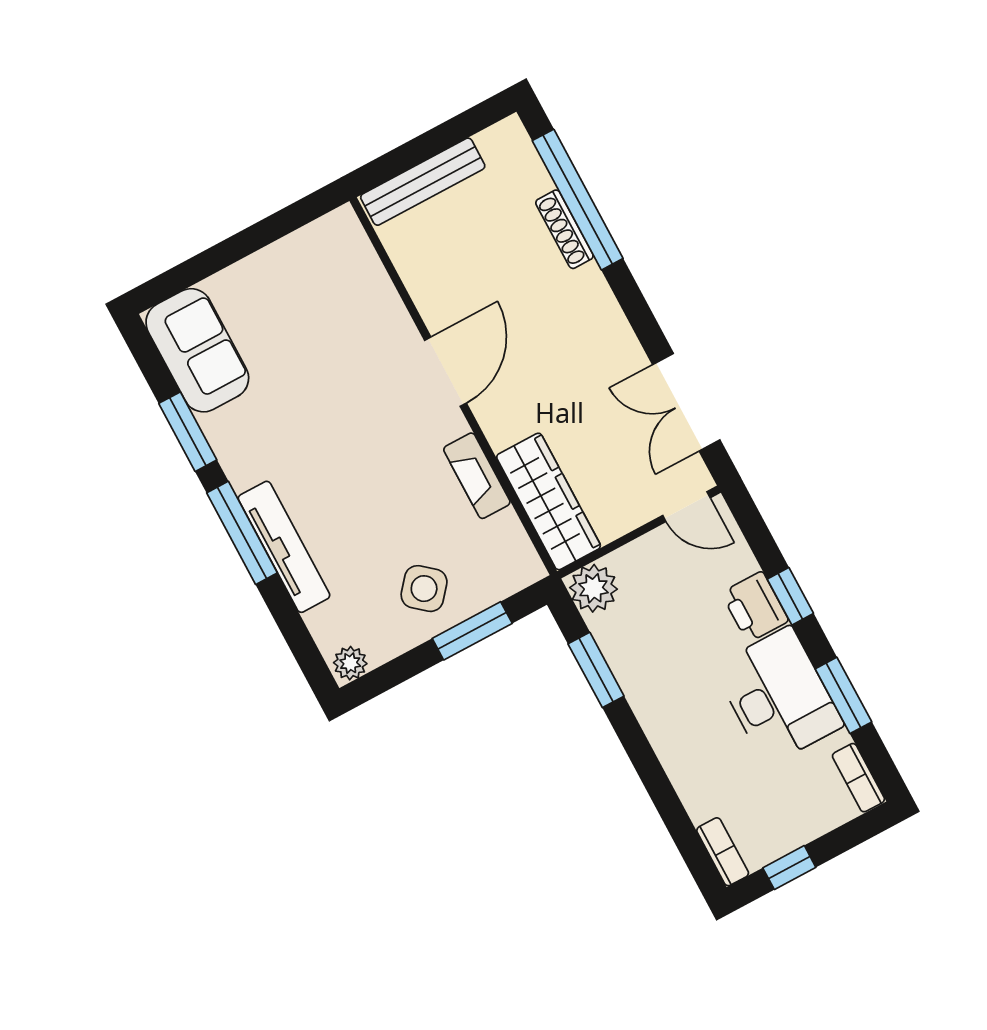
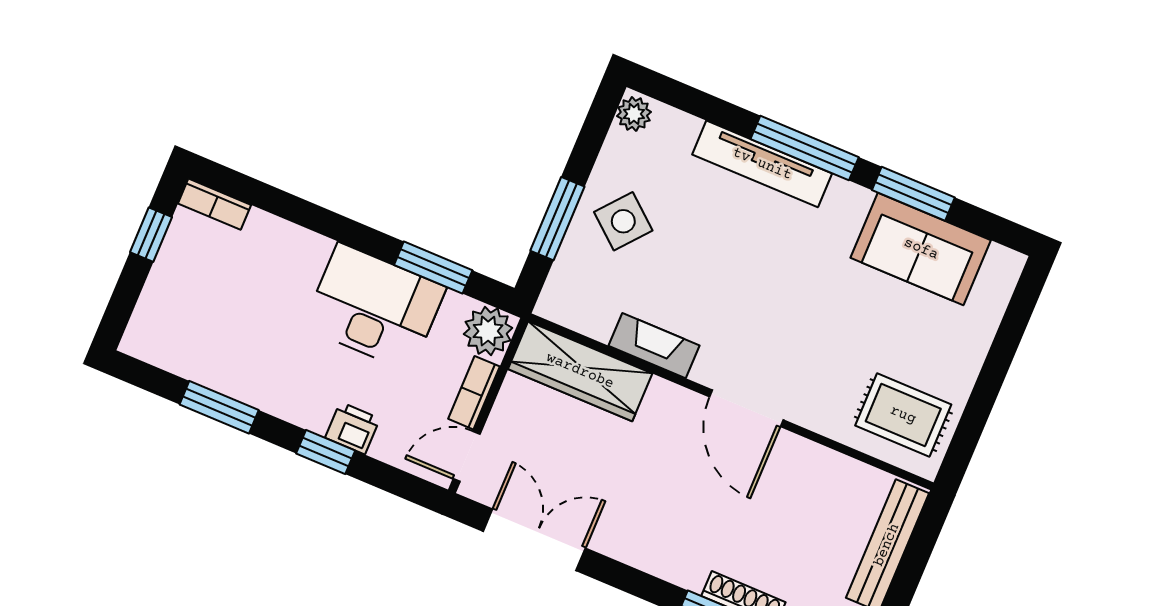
rug: (331, 271) -> (903, 415), added
sofa: (197, 350) -> (921, 249), moved
printer: (755, 607) -> (352, 428), width x0.73, depth x0.81
desk: (778, 696) -> (374, 307), moved, turned 180
bookcase: (858, 778) -> (474, 393), moved, turned -90

